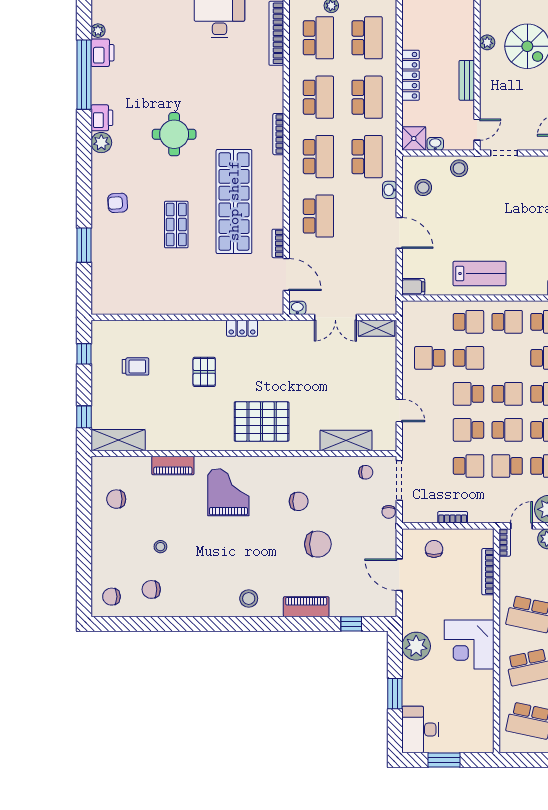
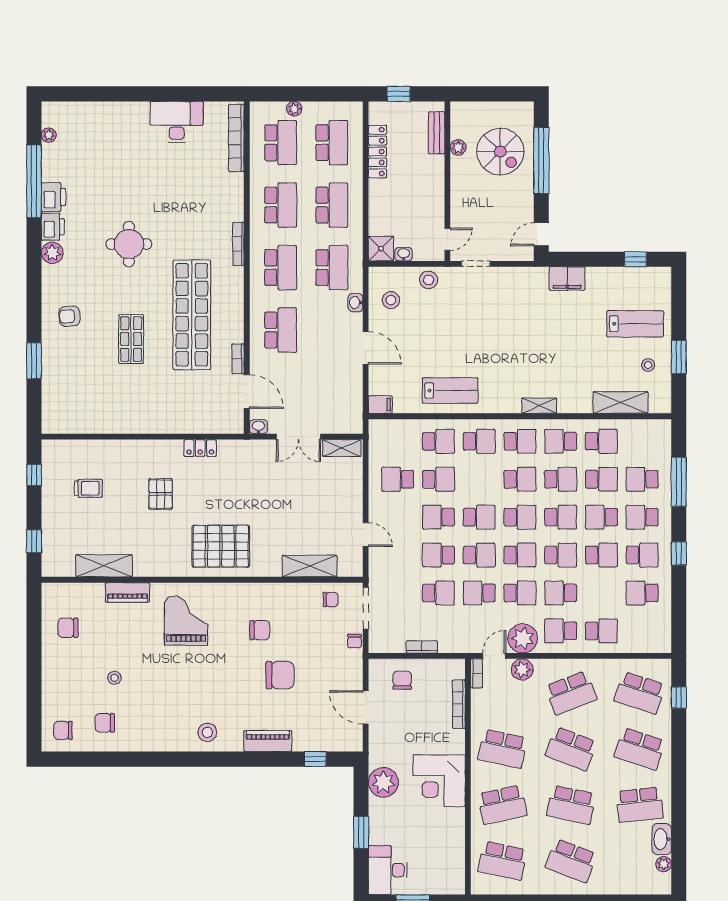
printer: (102, 53) -> (53, 197), moved
locker: (411, 75) -> (378, 152), moved
bench: (467, 80) -> (437, 133), moved
shelving: (118, 440) -> (104, 566), moved

